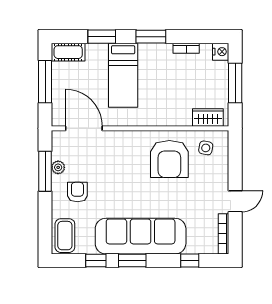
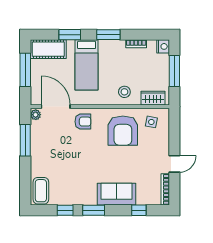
cot: (68, 52) -> (48, 49), width x1.37, depth x1.34
stool: (171, 109) -> (124, 92), added
plant: (58, 167) -> (36, 115), moved
armchair: (77, 192) -> (83, 122), moved, turned 90
sofa: (141, 236) -> (116, 194), width x0.54, depth x0.79

